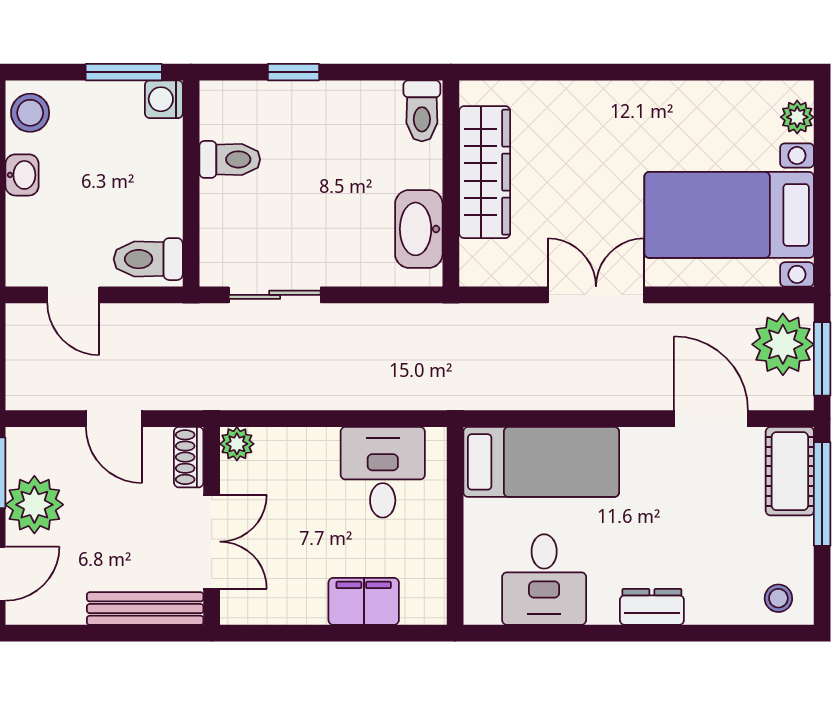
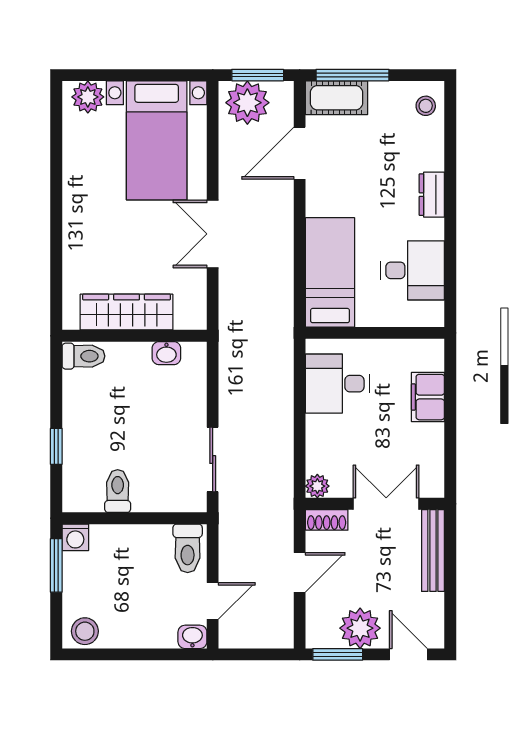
plant: (797, 117) -> (88, 97), width x1.38, depth x1.38
washbasin: (22, 175) -> (192, 637), moved
washbasin: (419, 229) -> (166, 353), width x0.52, depth x0.69

